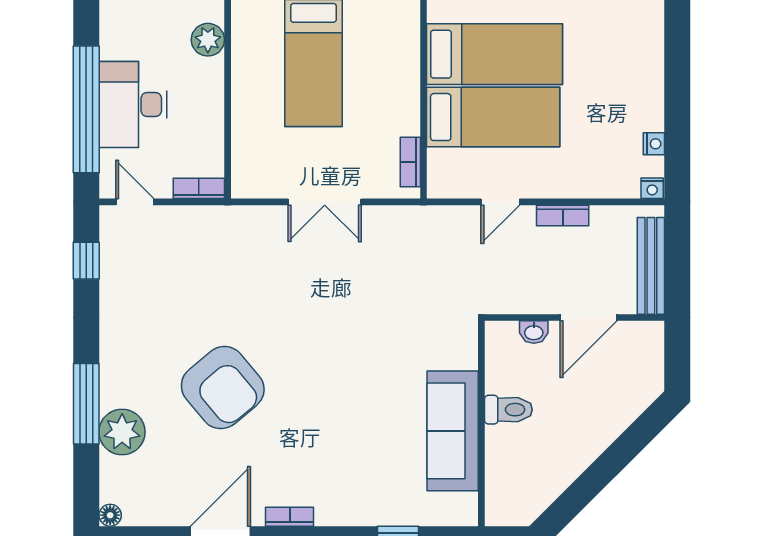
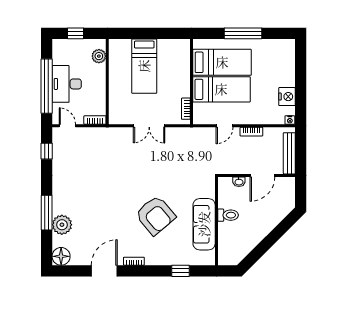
nightstand: (654, 144) -> (287, 97), width x1.89, depth x1.79
armchair: (223, 388) -> (155, 215), moved
floor lamp: (110, 515) -> (61, 256), width x1.89, depth x1.89

